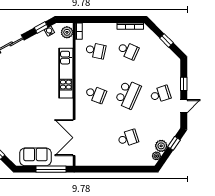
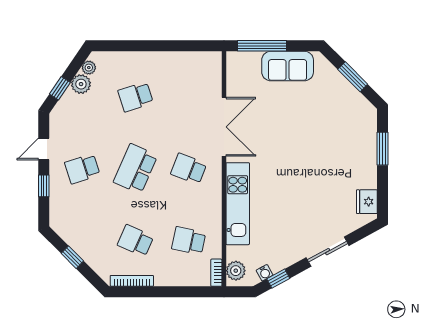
double door: (74, 138) -> (224, 127), moved

